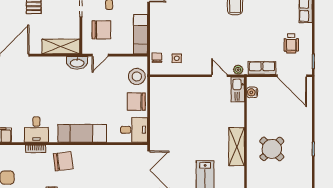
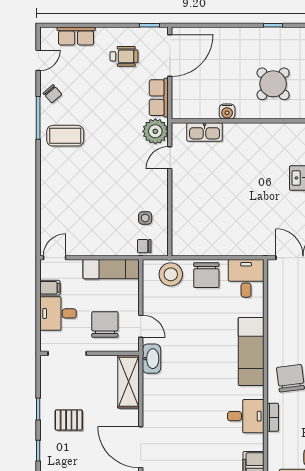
plant: (238, 70) -> (155, 131), width x1.87, depth x1.87
kitchen sink: (238, 89) -> (205, 132), moved
water cooler: (252, 92) -> (227, 112), moved
shelving: (237, 147) -> (270, 134), removed

